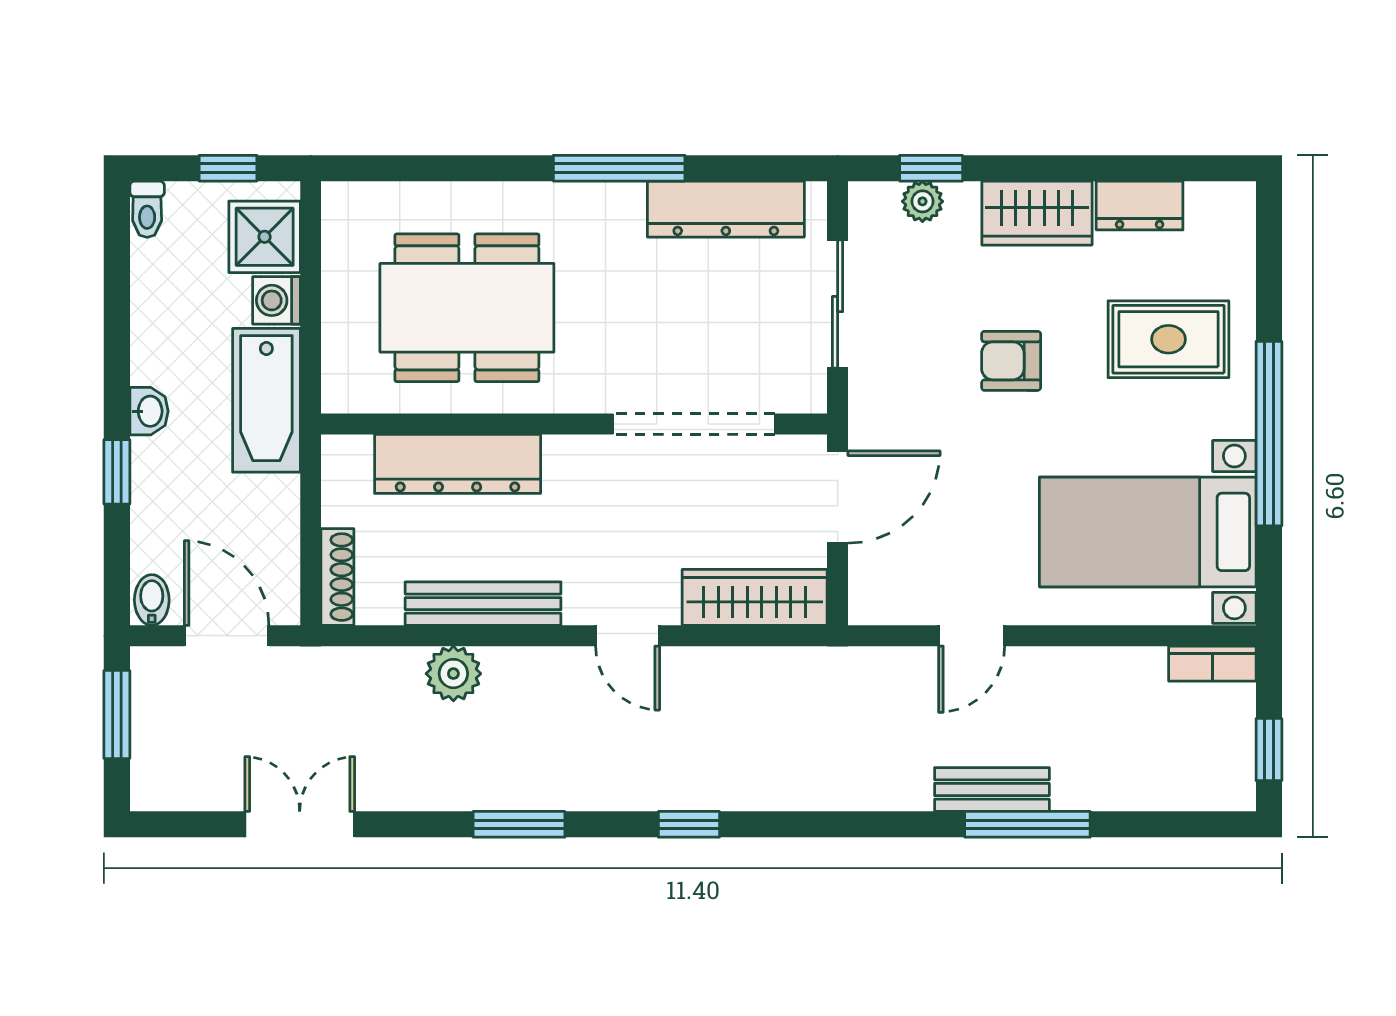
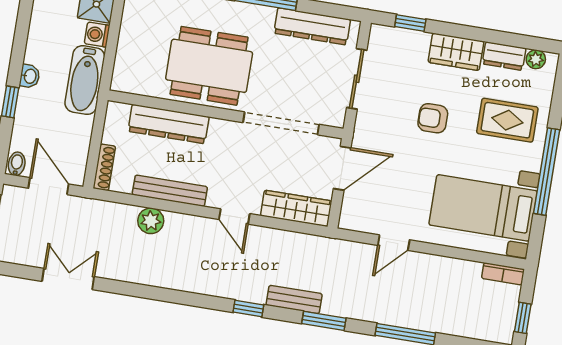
plant: (922, 201) -> (536, 59), moved
dining table: (467, 308) -> (209, 66), moved
bench: (992, 789) -> (294, 299), moved
window: (519, 824) -> (324, 321), moved

